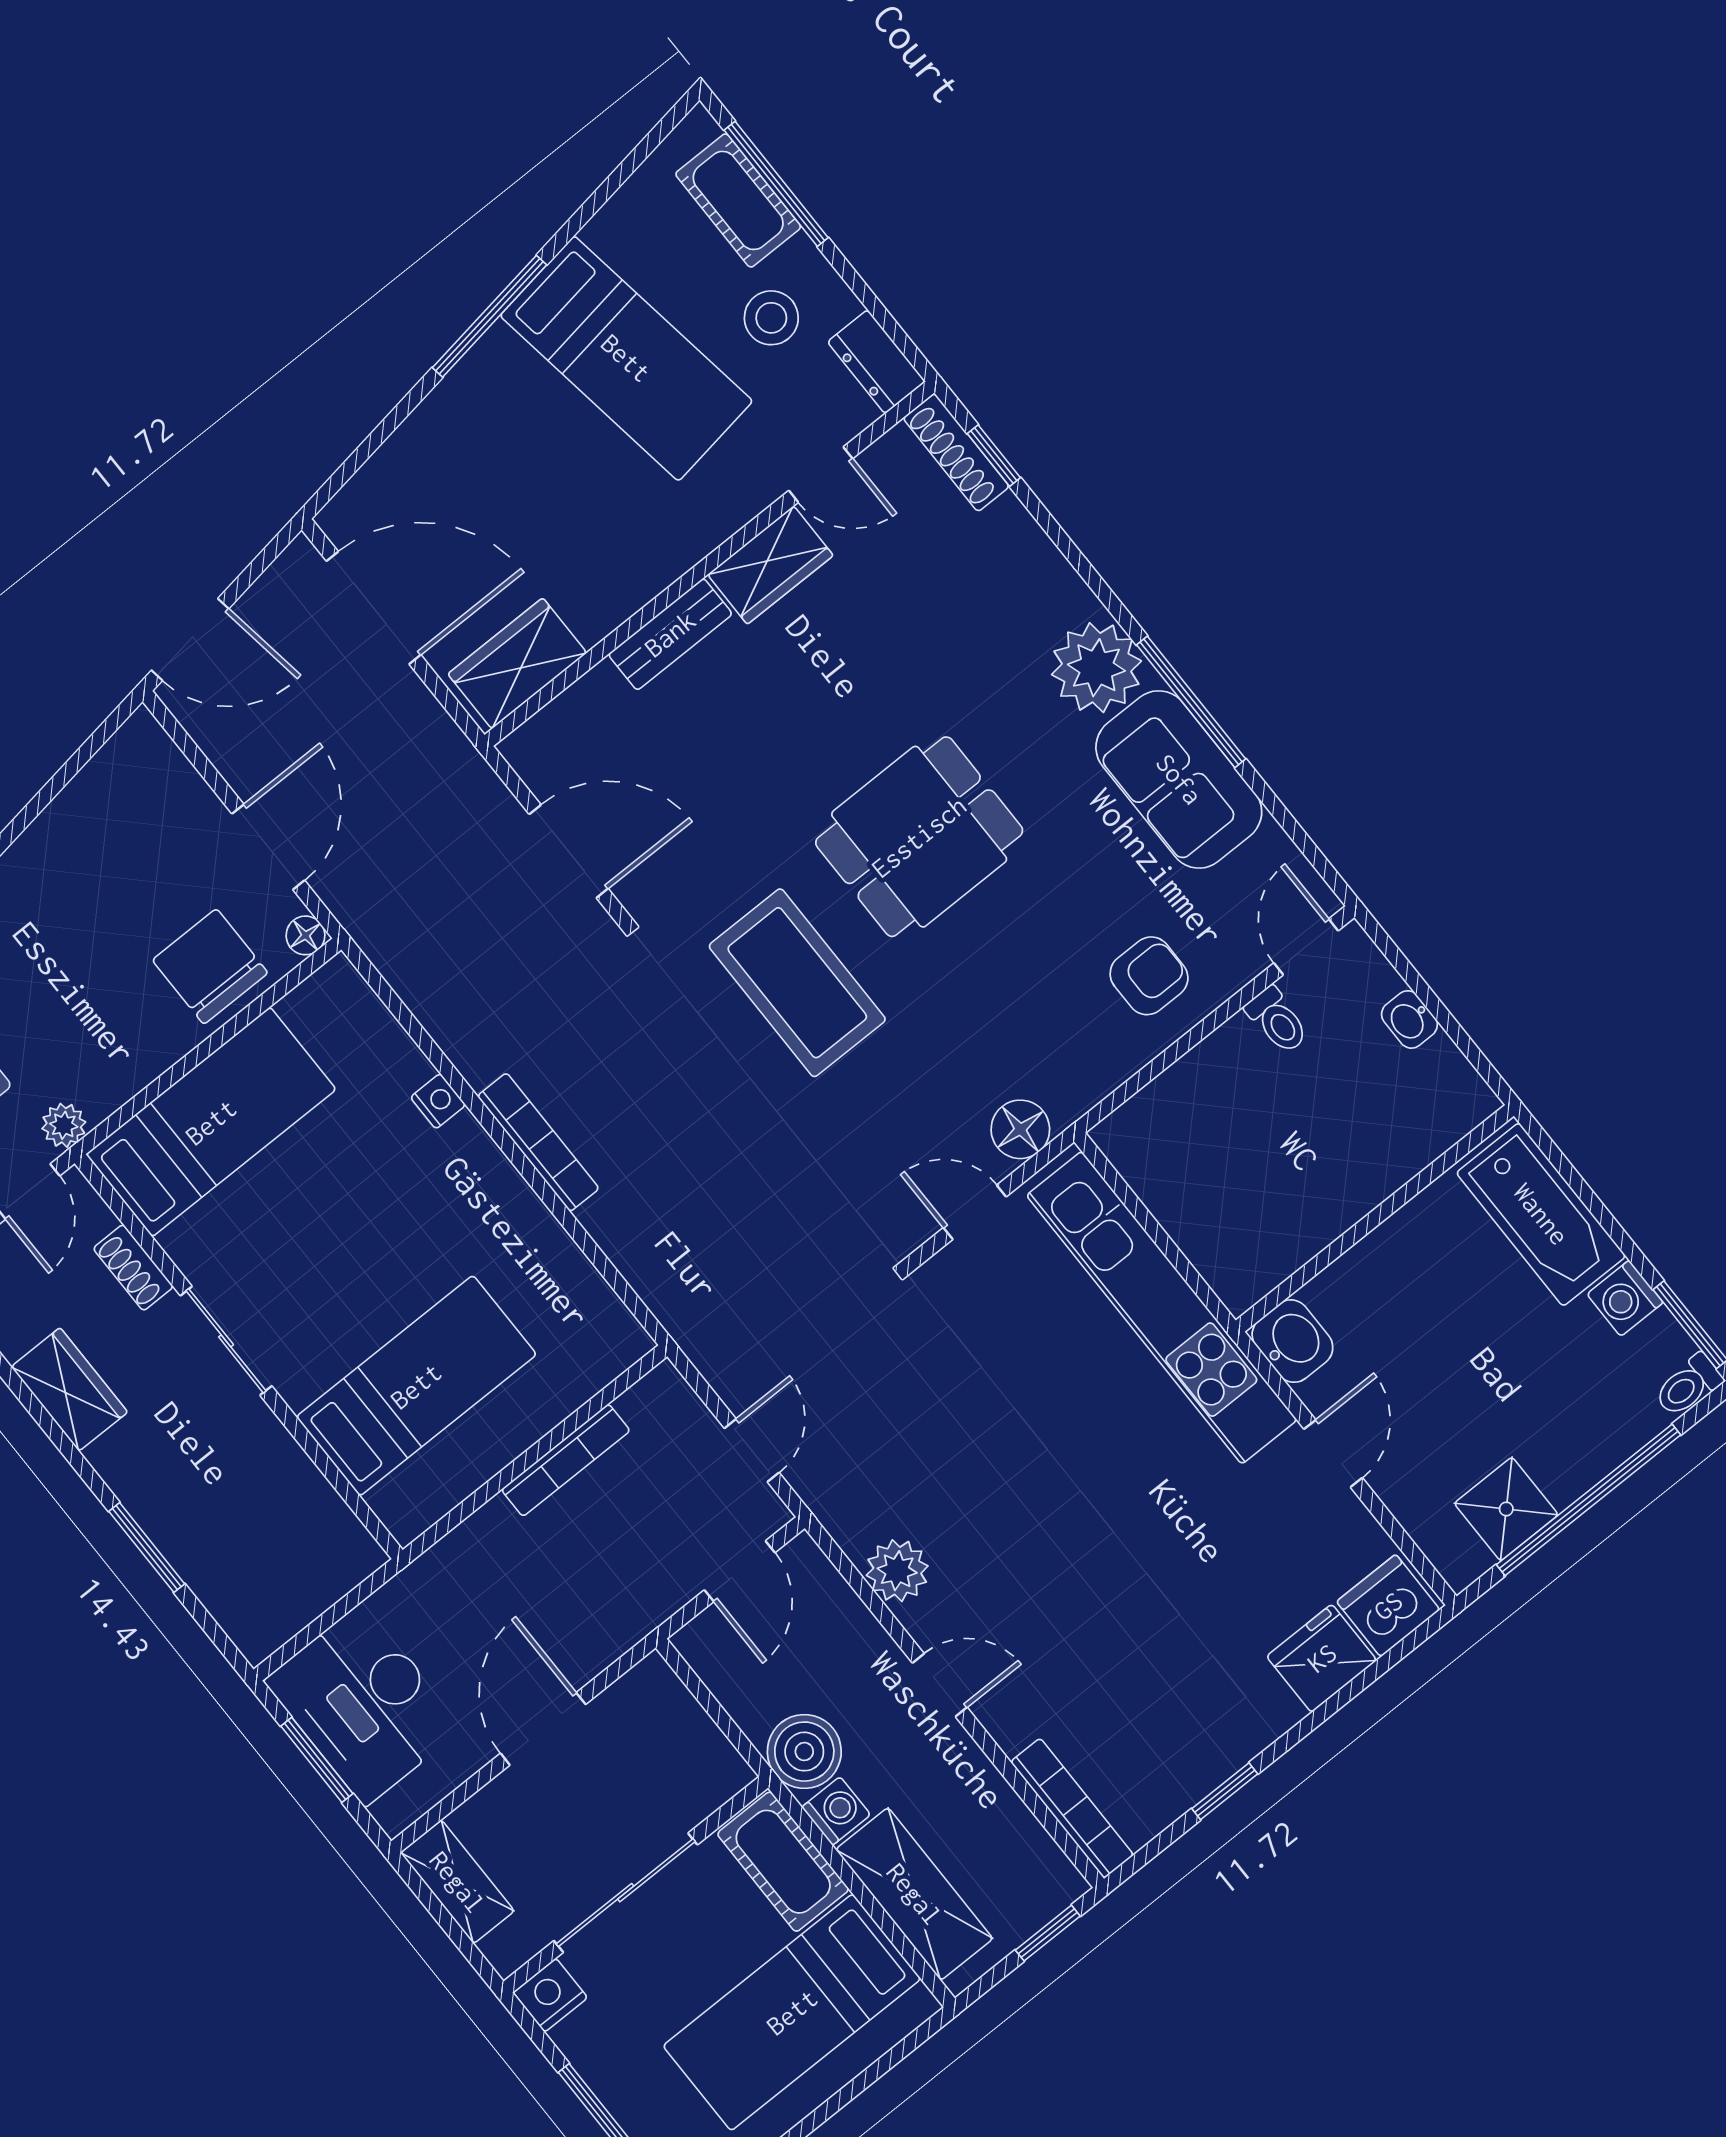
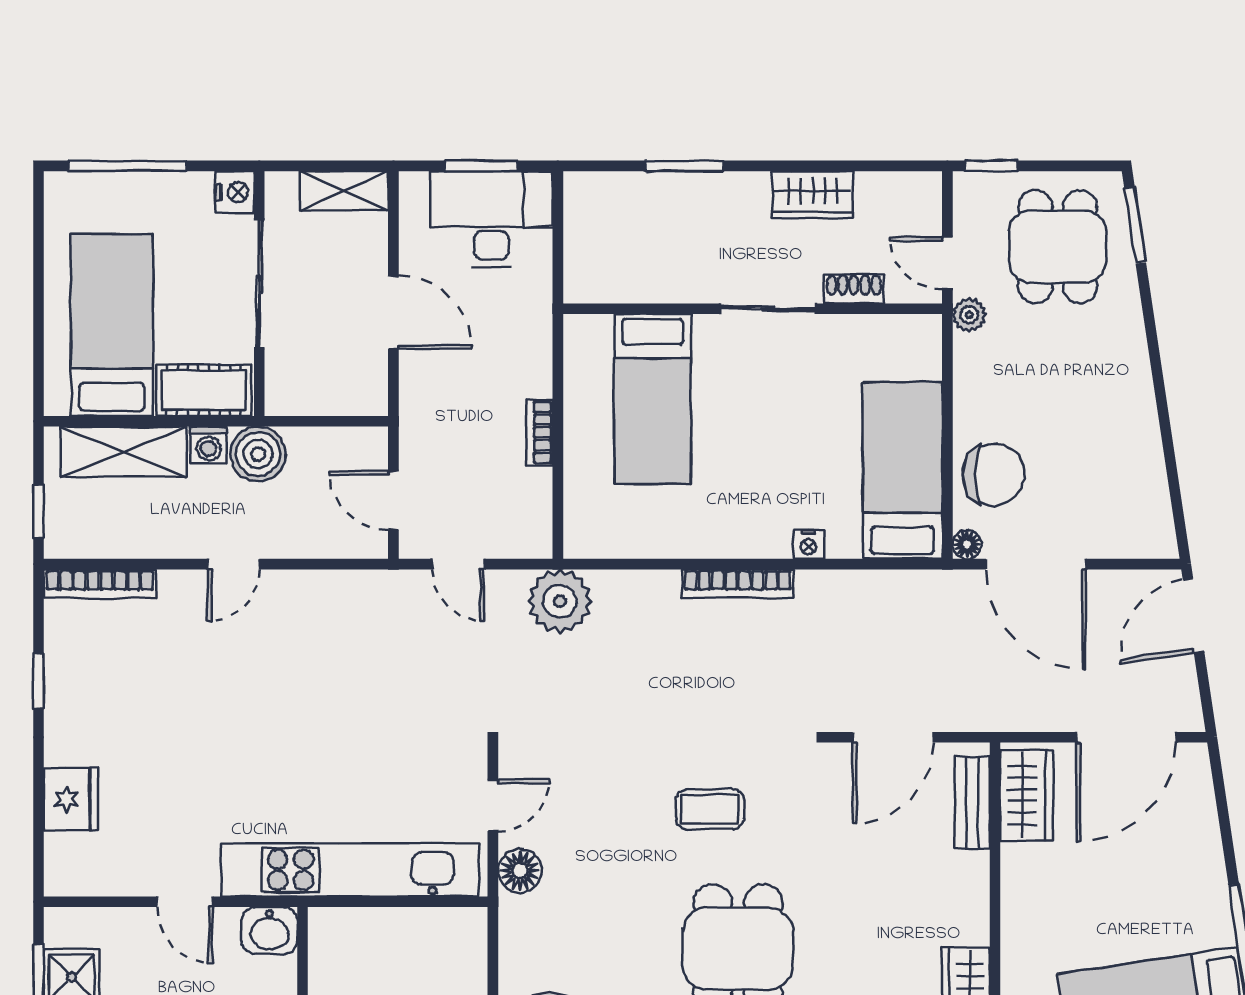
bench: (670, 634) -> (972, 802), moved
door: (268, 847) -> (1036, 564), width x1.36
coffee table: (797, 983) -> (710, 809), width x0.54, depth x0.58
bed: (211, 1122) -> (902, 471), moved, turned 180
bookcase: (566, 1460) -> (539, 433), width x0.64
plant: (897, 1571) -> (560, 601), moved, width x1.36, depth x1.36
dishwasher: (1388, 1606) -> (70, 863), removed

